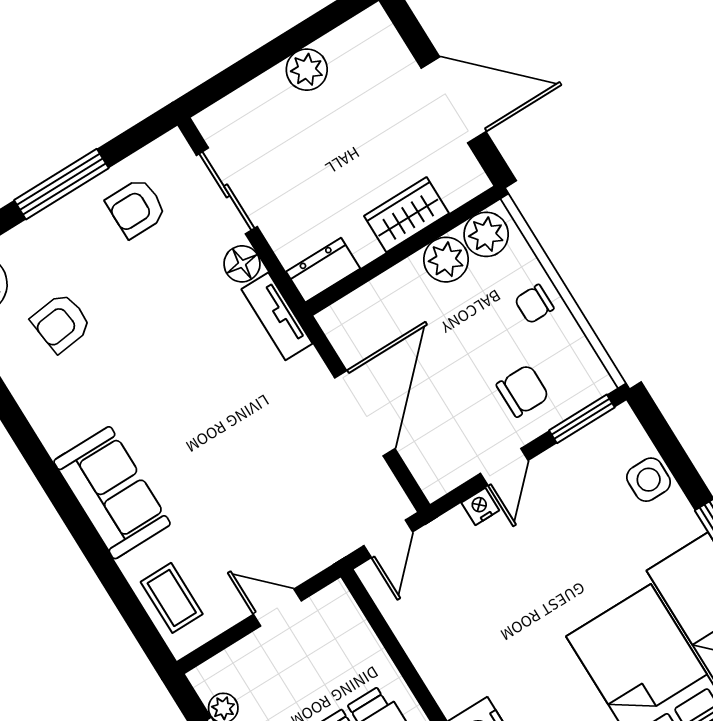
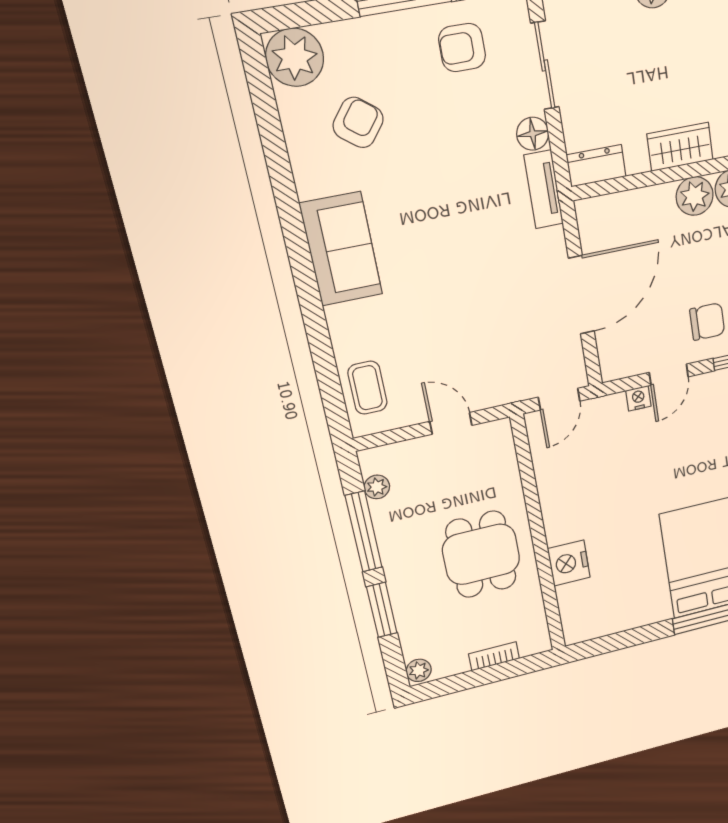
armchair: (61, 323) -> (358, 122), turned 135
sofa: (112, 493) -> (341, 249), moved

